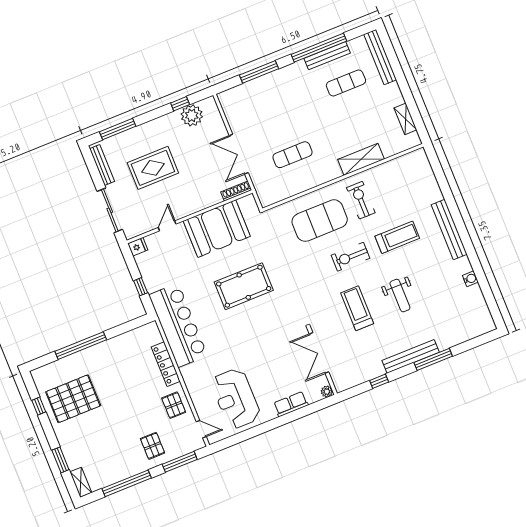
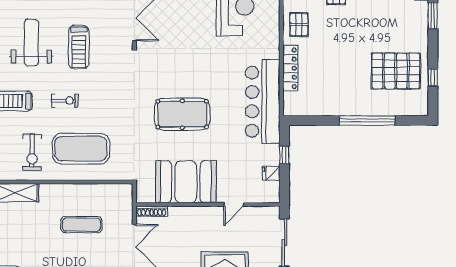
fridge: (138, 247) -> (271, 173), moved
exercise bike: (350, 257) -> (65, 101), width x0.73, depth x0.72
weight bench: (400, 296) -> (31, 42), width x1.36, depth x1.33

